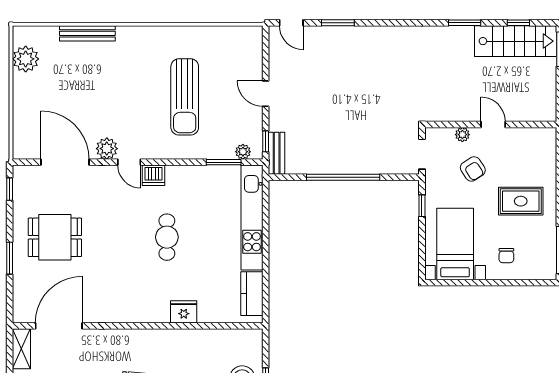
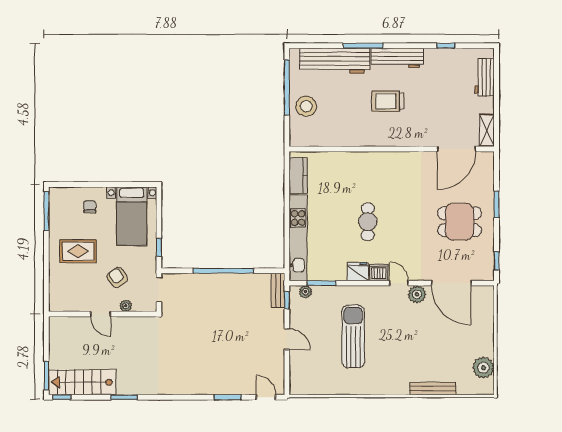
window: (518, 23) -> (62, 397), moved
fridge: (184, 312) -> (358, 272), moved, turned 180

